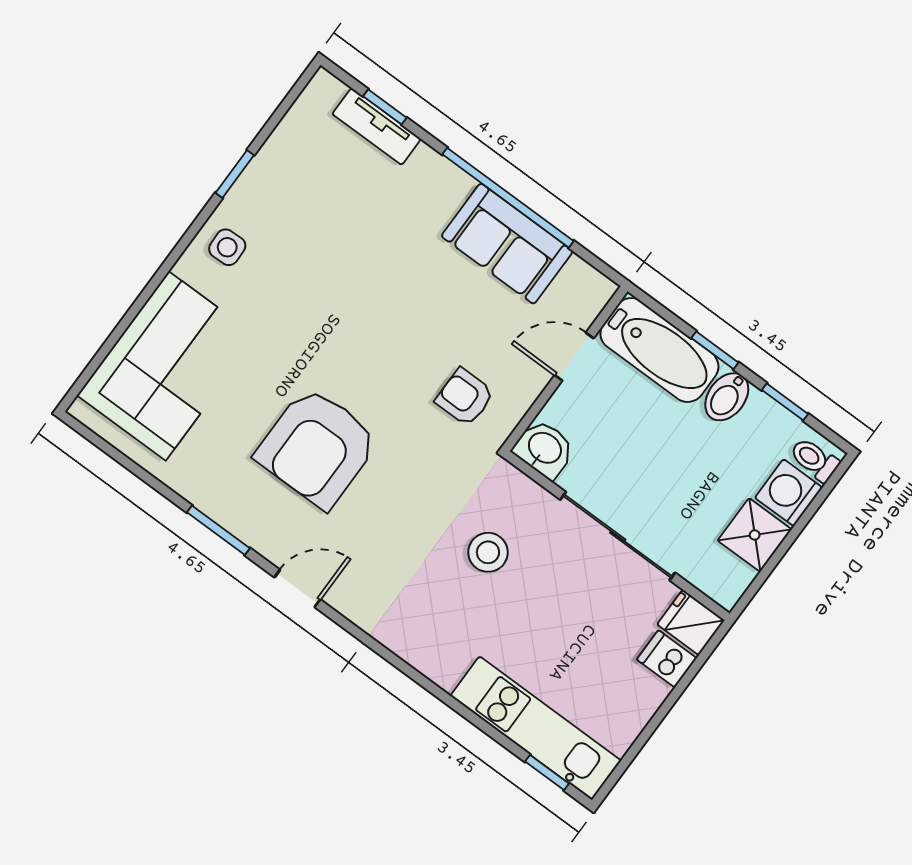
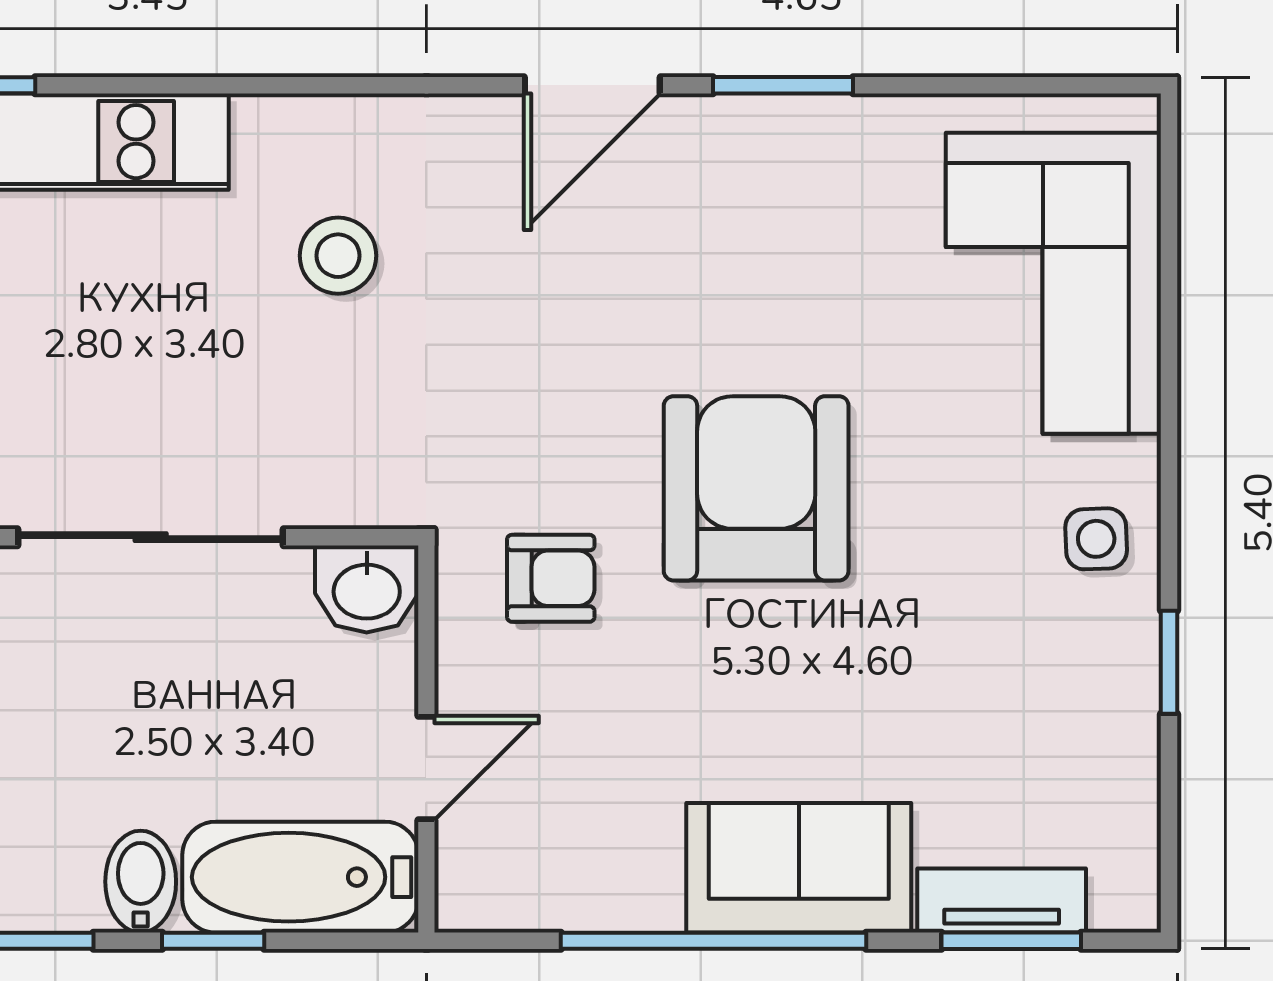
window: (385, 107) -> (1011, 941), width x1.50
sofa: (507, 244) -> (799, 868), moved
armchair: (317, 447) -> (756, 488), moved
stool: (488, 552) -> (338, 256), moved
door: (297, 588) -> (592, 85), width x1.38

